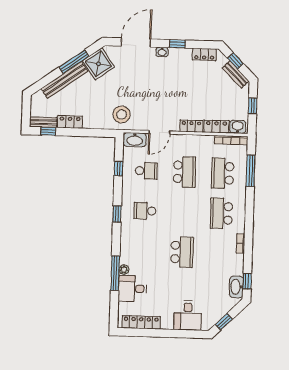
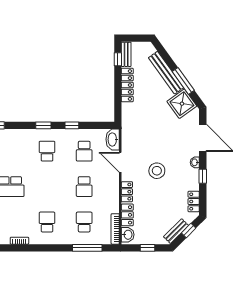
stool: (122, 114) -> (157, 171), moved
locker: (70, 122) -> (127, 85), width x1.53
window: (118, 169) -> (72, 125), moved
school desk: (184, 172) -> (84, 187), width x0.54
school desk: (223, 173) -> (84, 222), width x0.54
school desk: (221, 213) -> (47, 222), width x0.54

